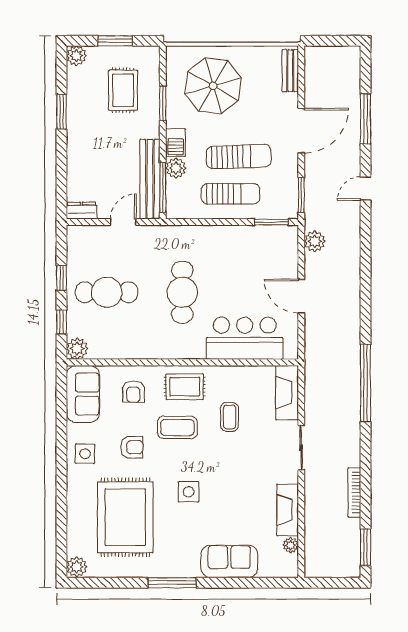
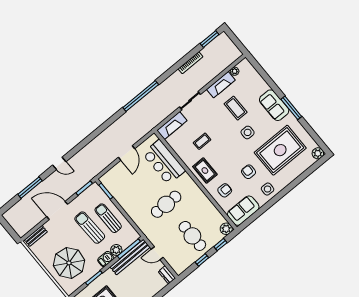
plant: (315, 241) -> (99, 166), removed
coffee table: (177, 427) -> (236, 108), moved
sofa: (229, 561) -> (274, 105), moved

